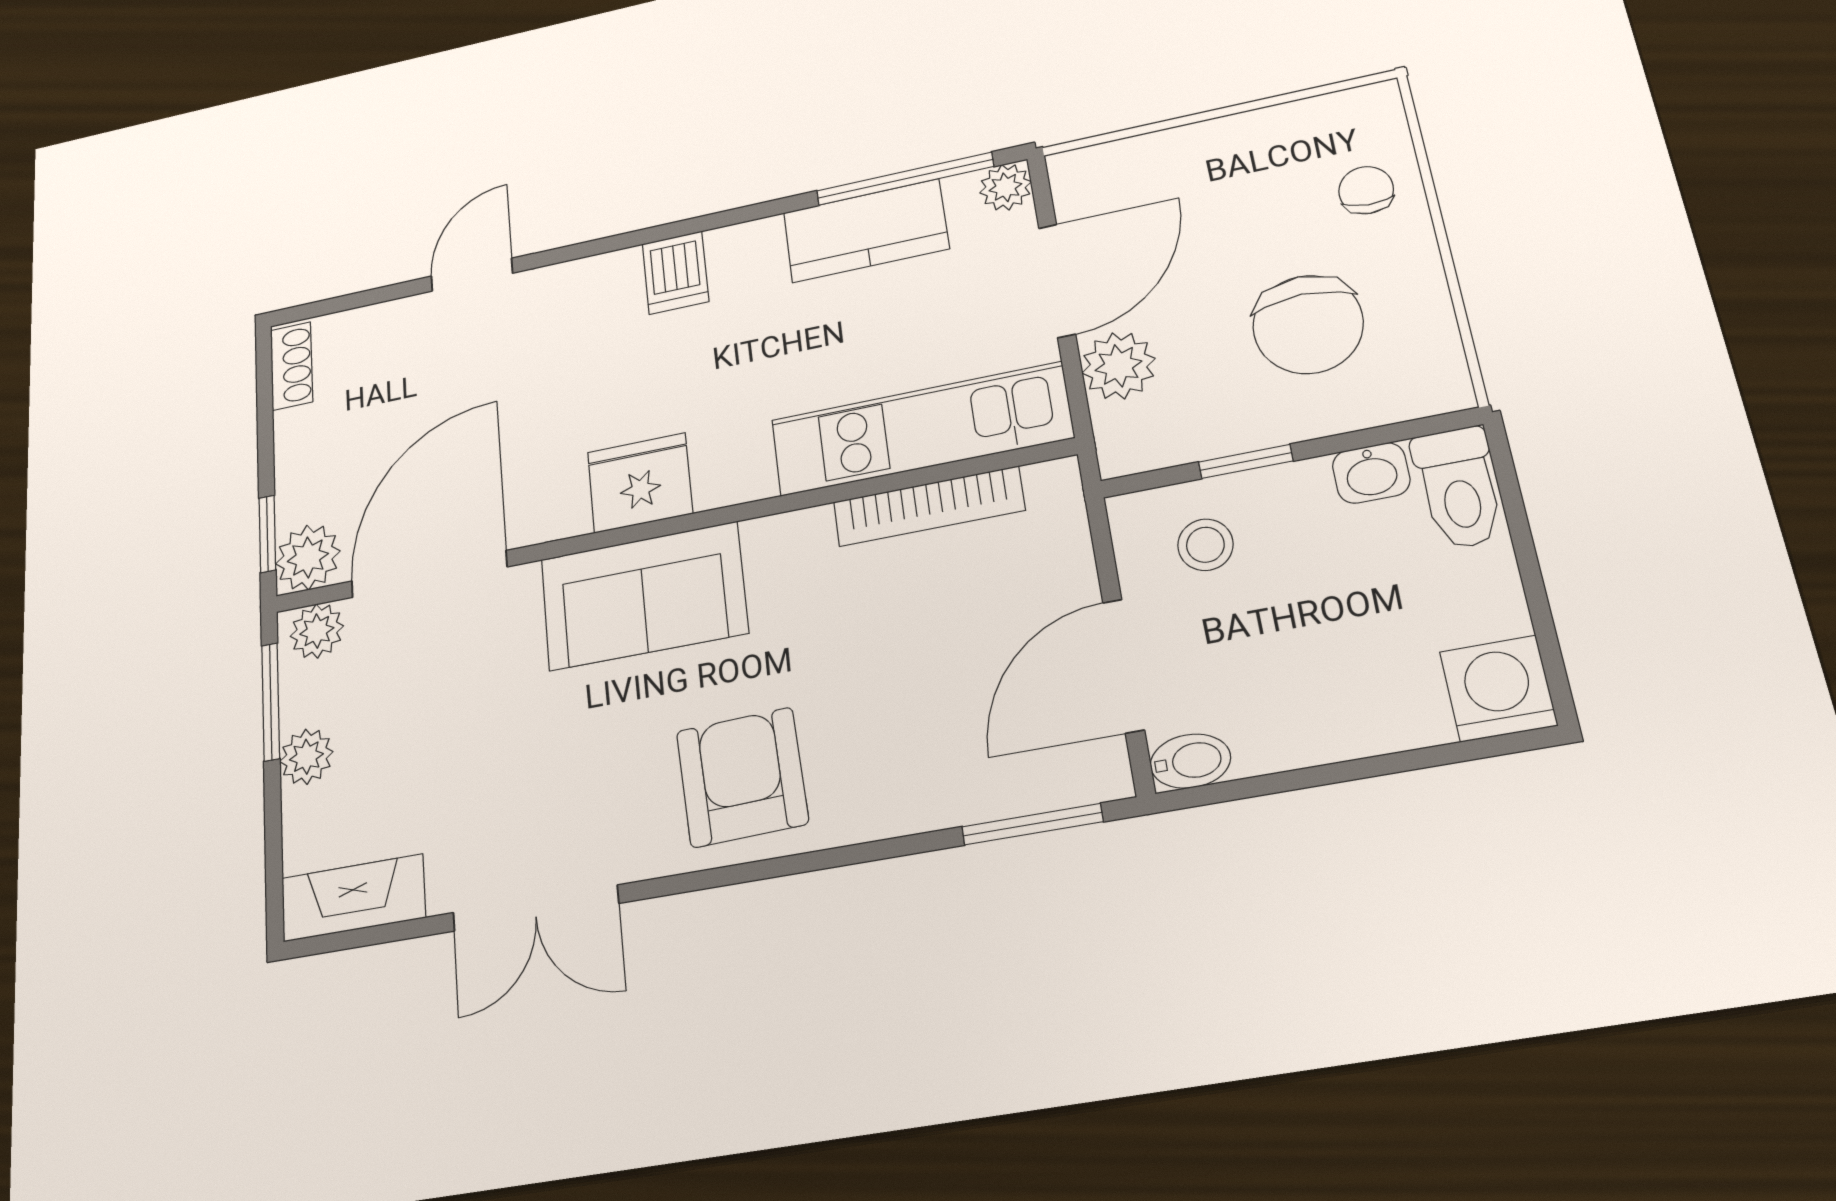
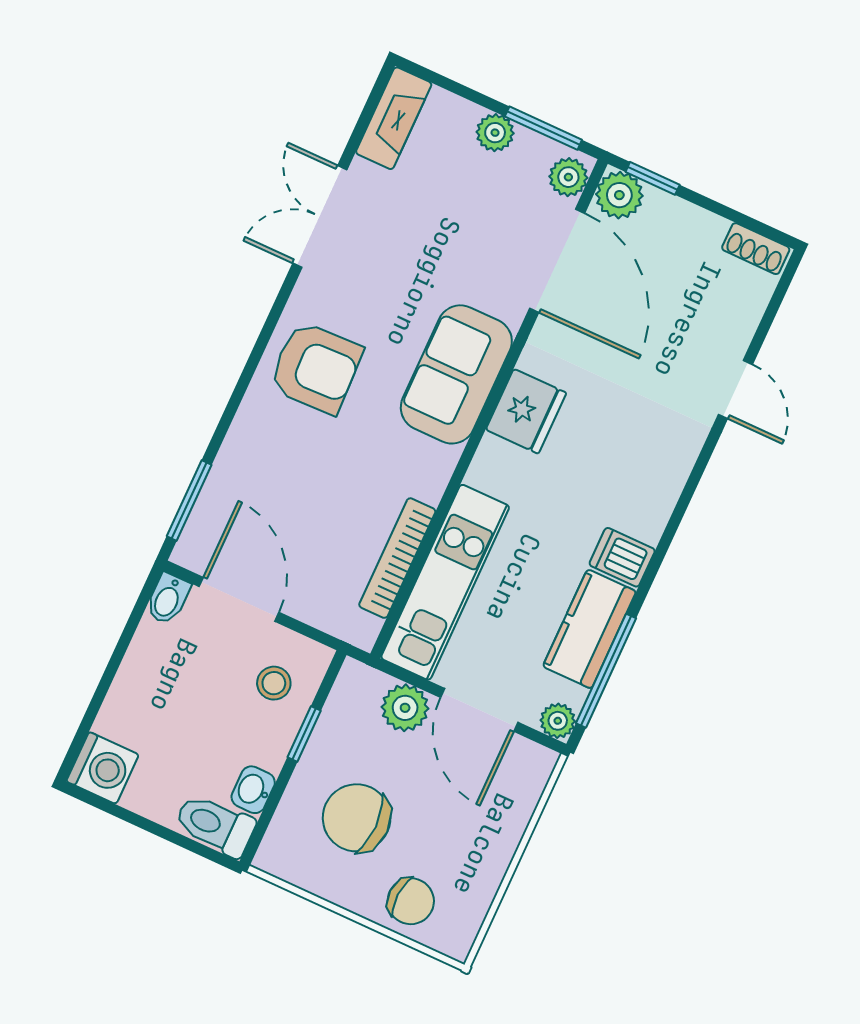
chair: (1366, 190) -> (411, 901), width x1.37, depth x1.37
dishwasher: (675, 273) -> (622, 557), moved

